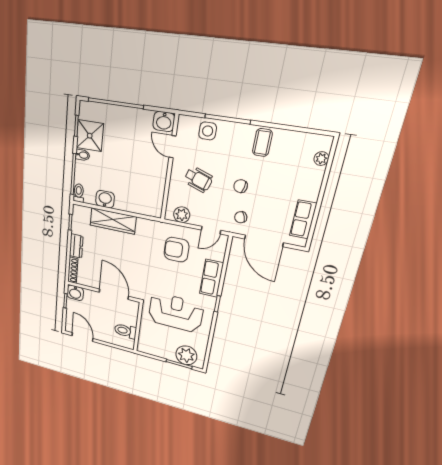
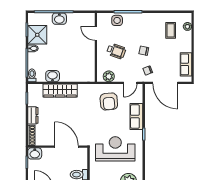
washbasin: (164, 121) -> (59, 19), moved
coffee table: (262, 142) -> (171, 30), moved
armchair: (176, 250) -> (109, 101), turned -94

